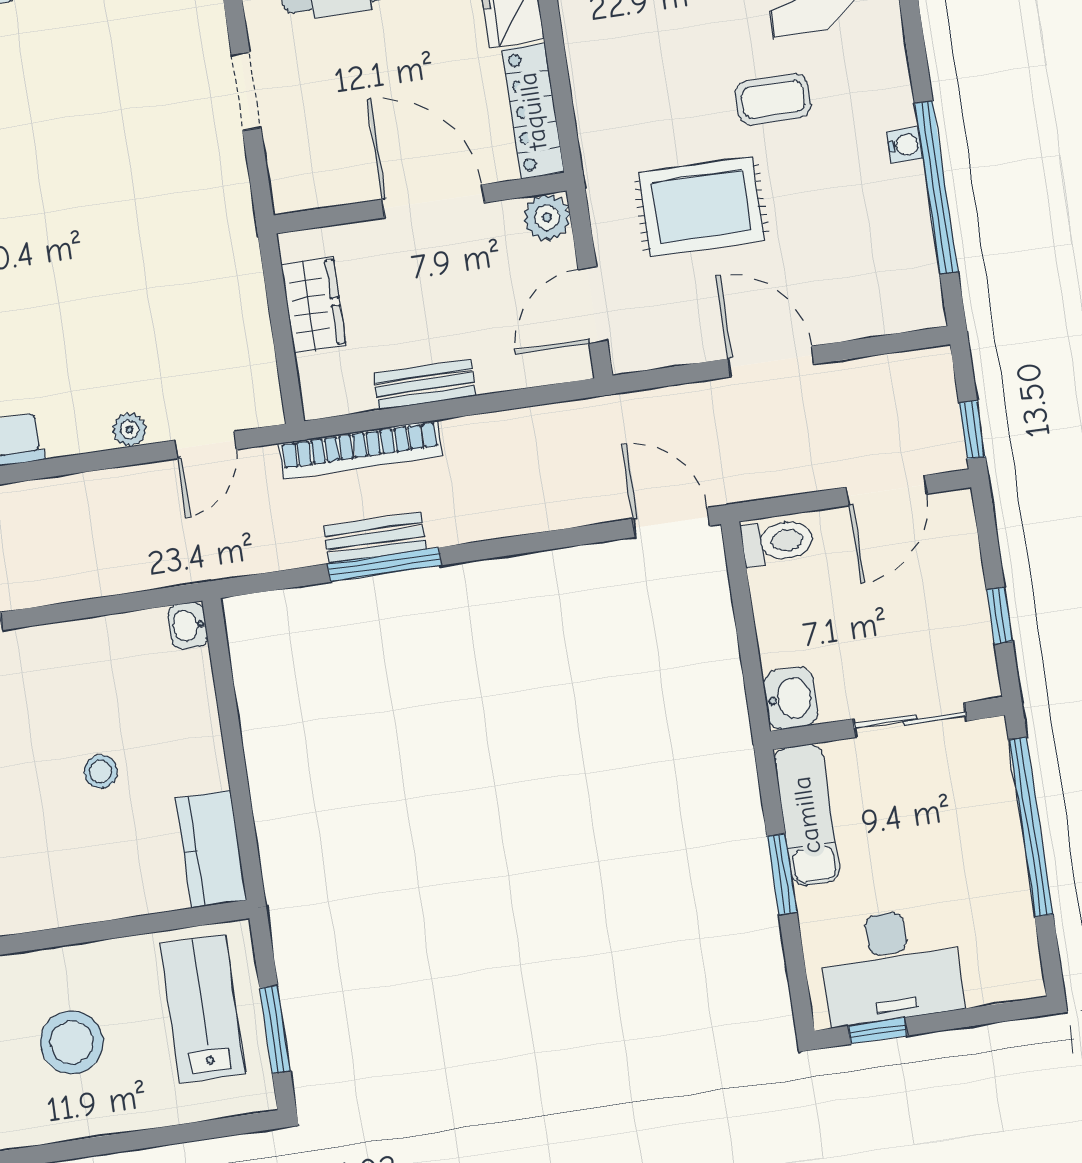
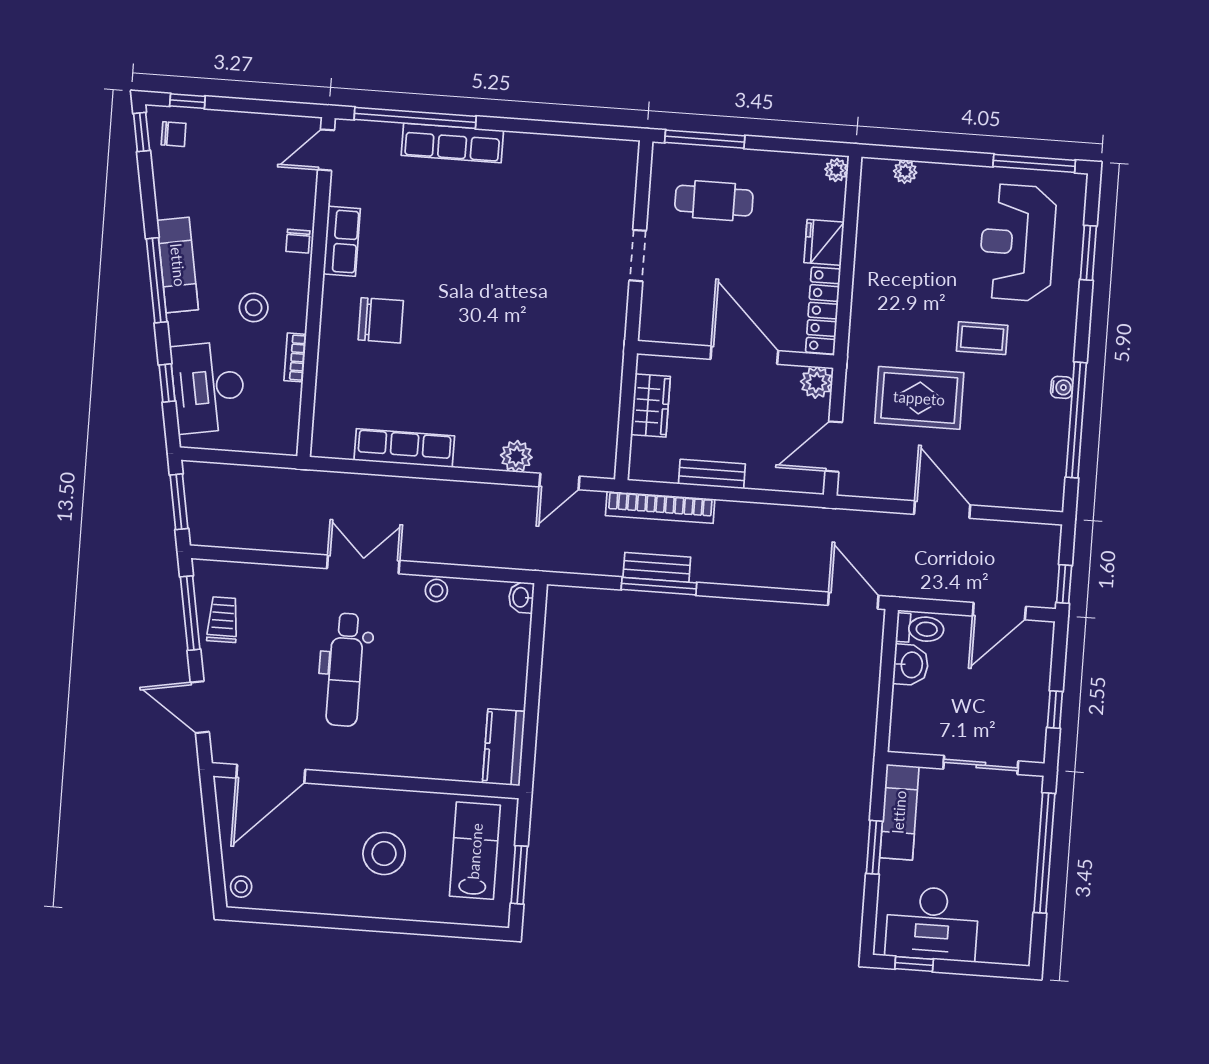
plant: (129, 430) -> (516, 456), width x1.38, depth x1.38
washbasin: (791, 698) -> (911, 665), moved
stool: (101, 772) -> (436, 590), moved

